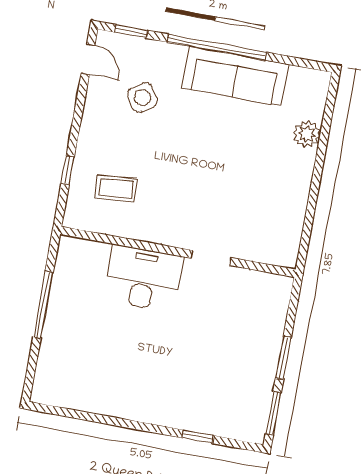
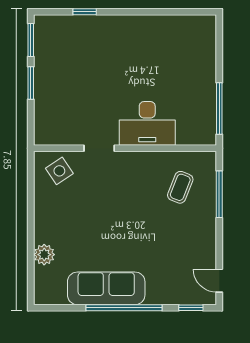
side table: (142, 97) -> (59, 171), moved
window: (68, 170) -> (219, 194), width x2.17
coffee table: (116, 188) -> (180, 187), turned -64
window: (43, 305) -> (219, 109), moved

